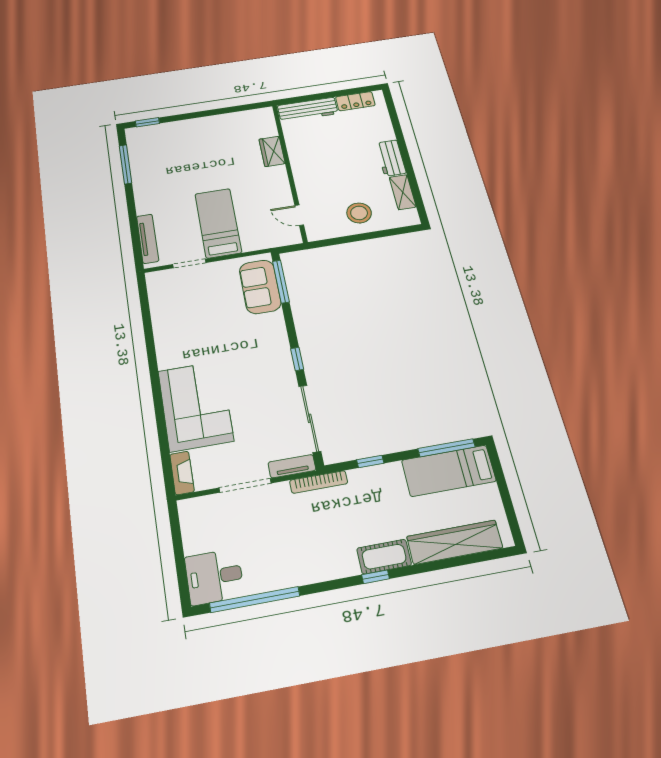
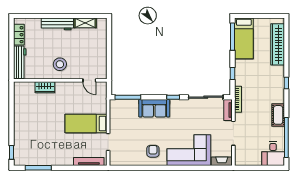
workbench: (391, 158) -> (57, 24), width x1.37
stool: (359, 213) -> (60, 64), moved
door: (299, 215) -> (89, 80), hinge flipped
sofa: (260, 287) -> (154, 108), moved
armchair: (183, 341) -> (153, 151), added
cot: (384, 557) -> (278, 115), moved

